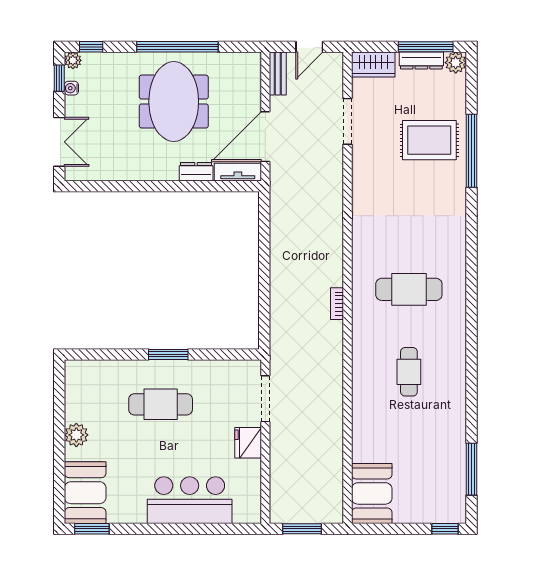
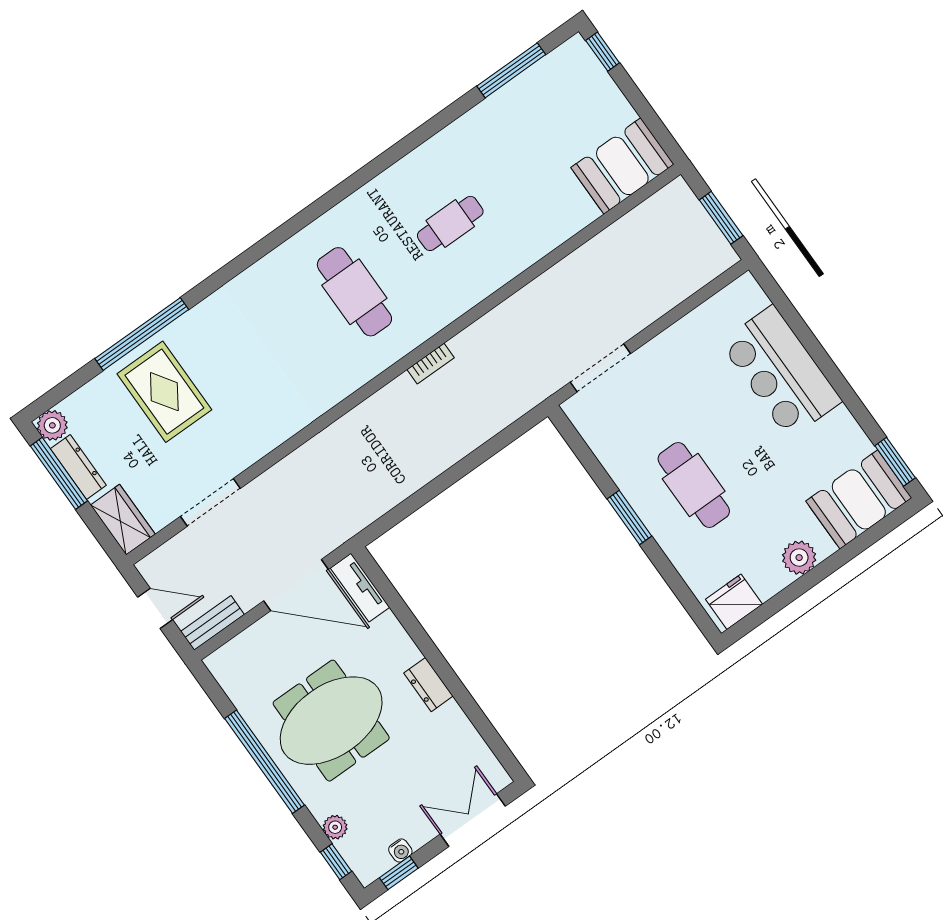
plant: (73, 60) -> (335, 827), moved
dresser: (196, 172) -> (428, 685), moved
fridge: (248, 443) -> (734, 602), moved, turned 180

